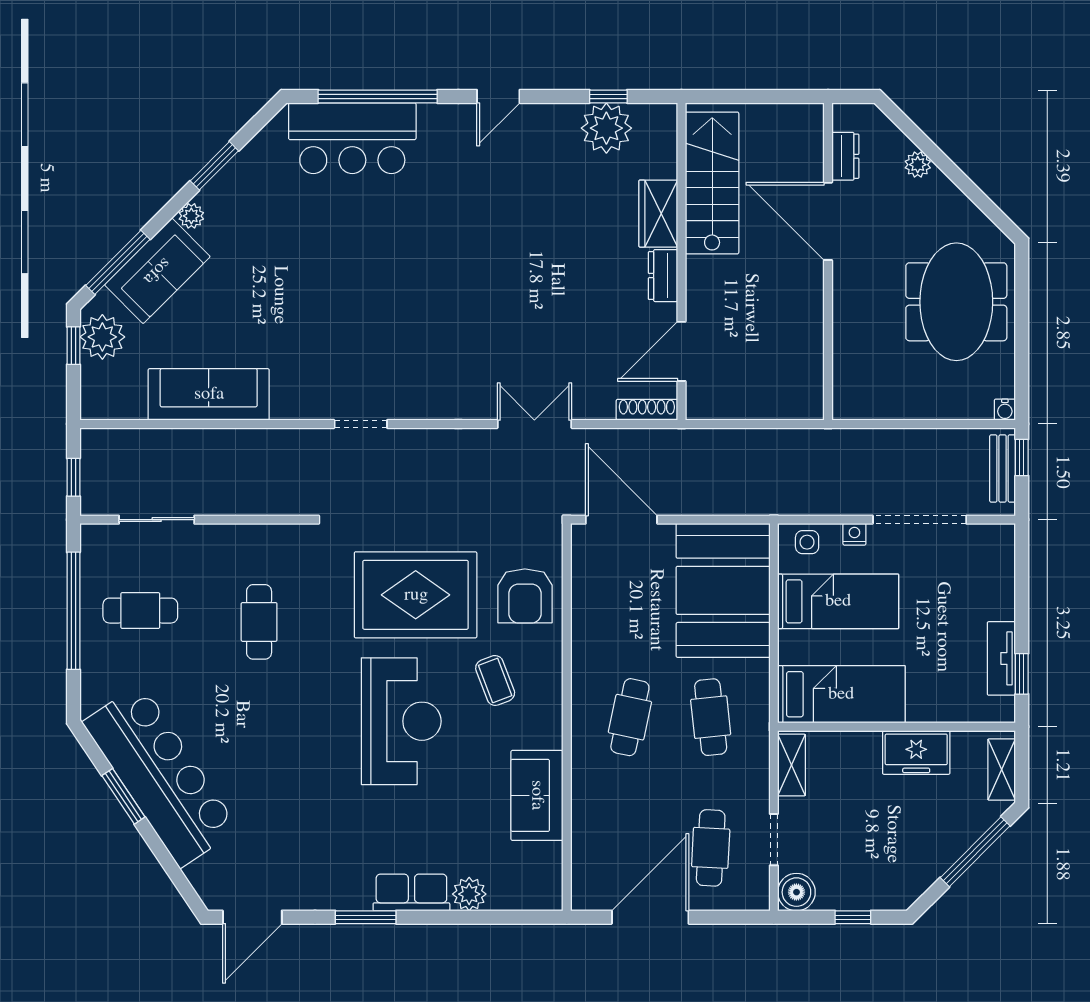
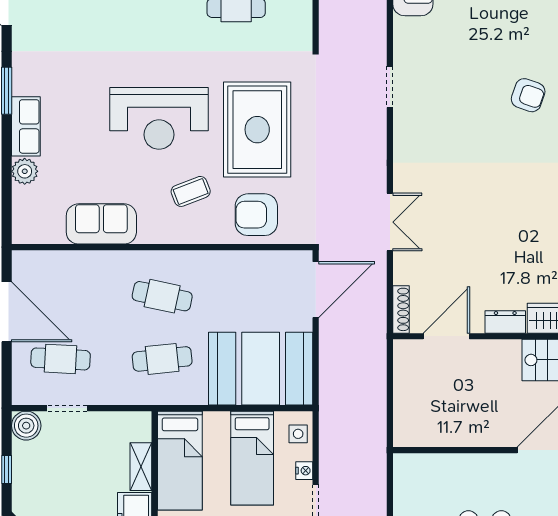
armchair: (371, 246) -> (528, 95), added
door: (681, 351) -> (446, 336), hinge flipped
shelving: (792, 765) -> (141, 467), moved, turned 90

